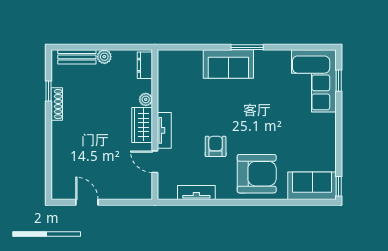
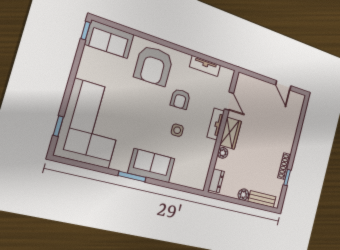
corner sofa: (314, 81) -> (92, 124), width x1.36, depth x1.36
side table: (209, 111) -> (177, 130), added
armchair: (257, 174) -> (154, 66), turned -90

